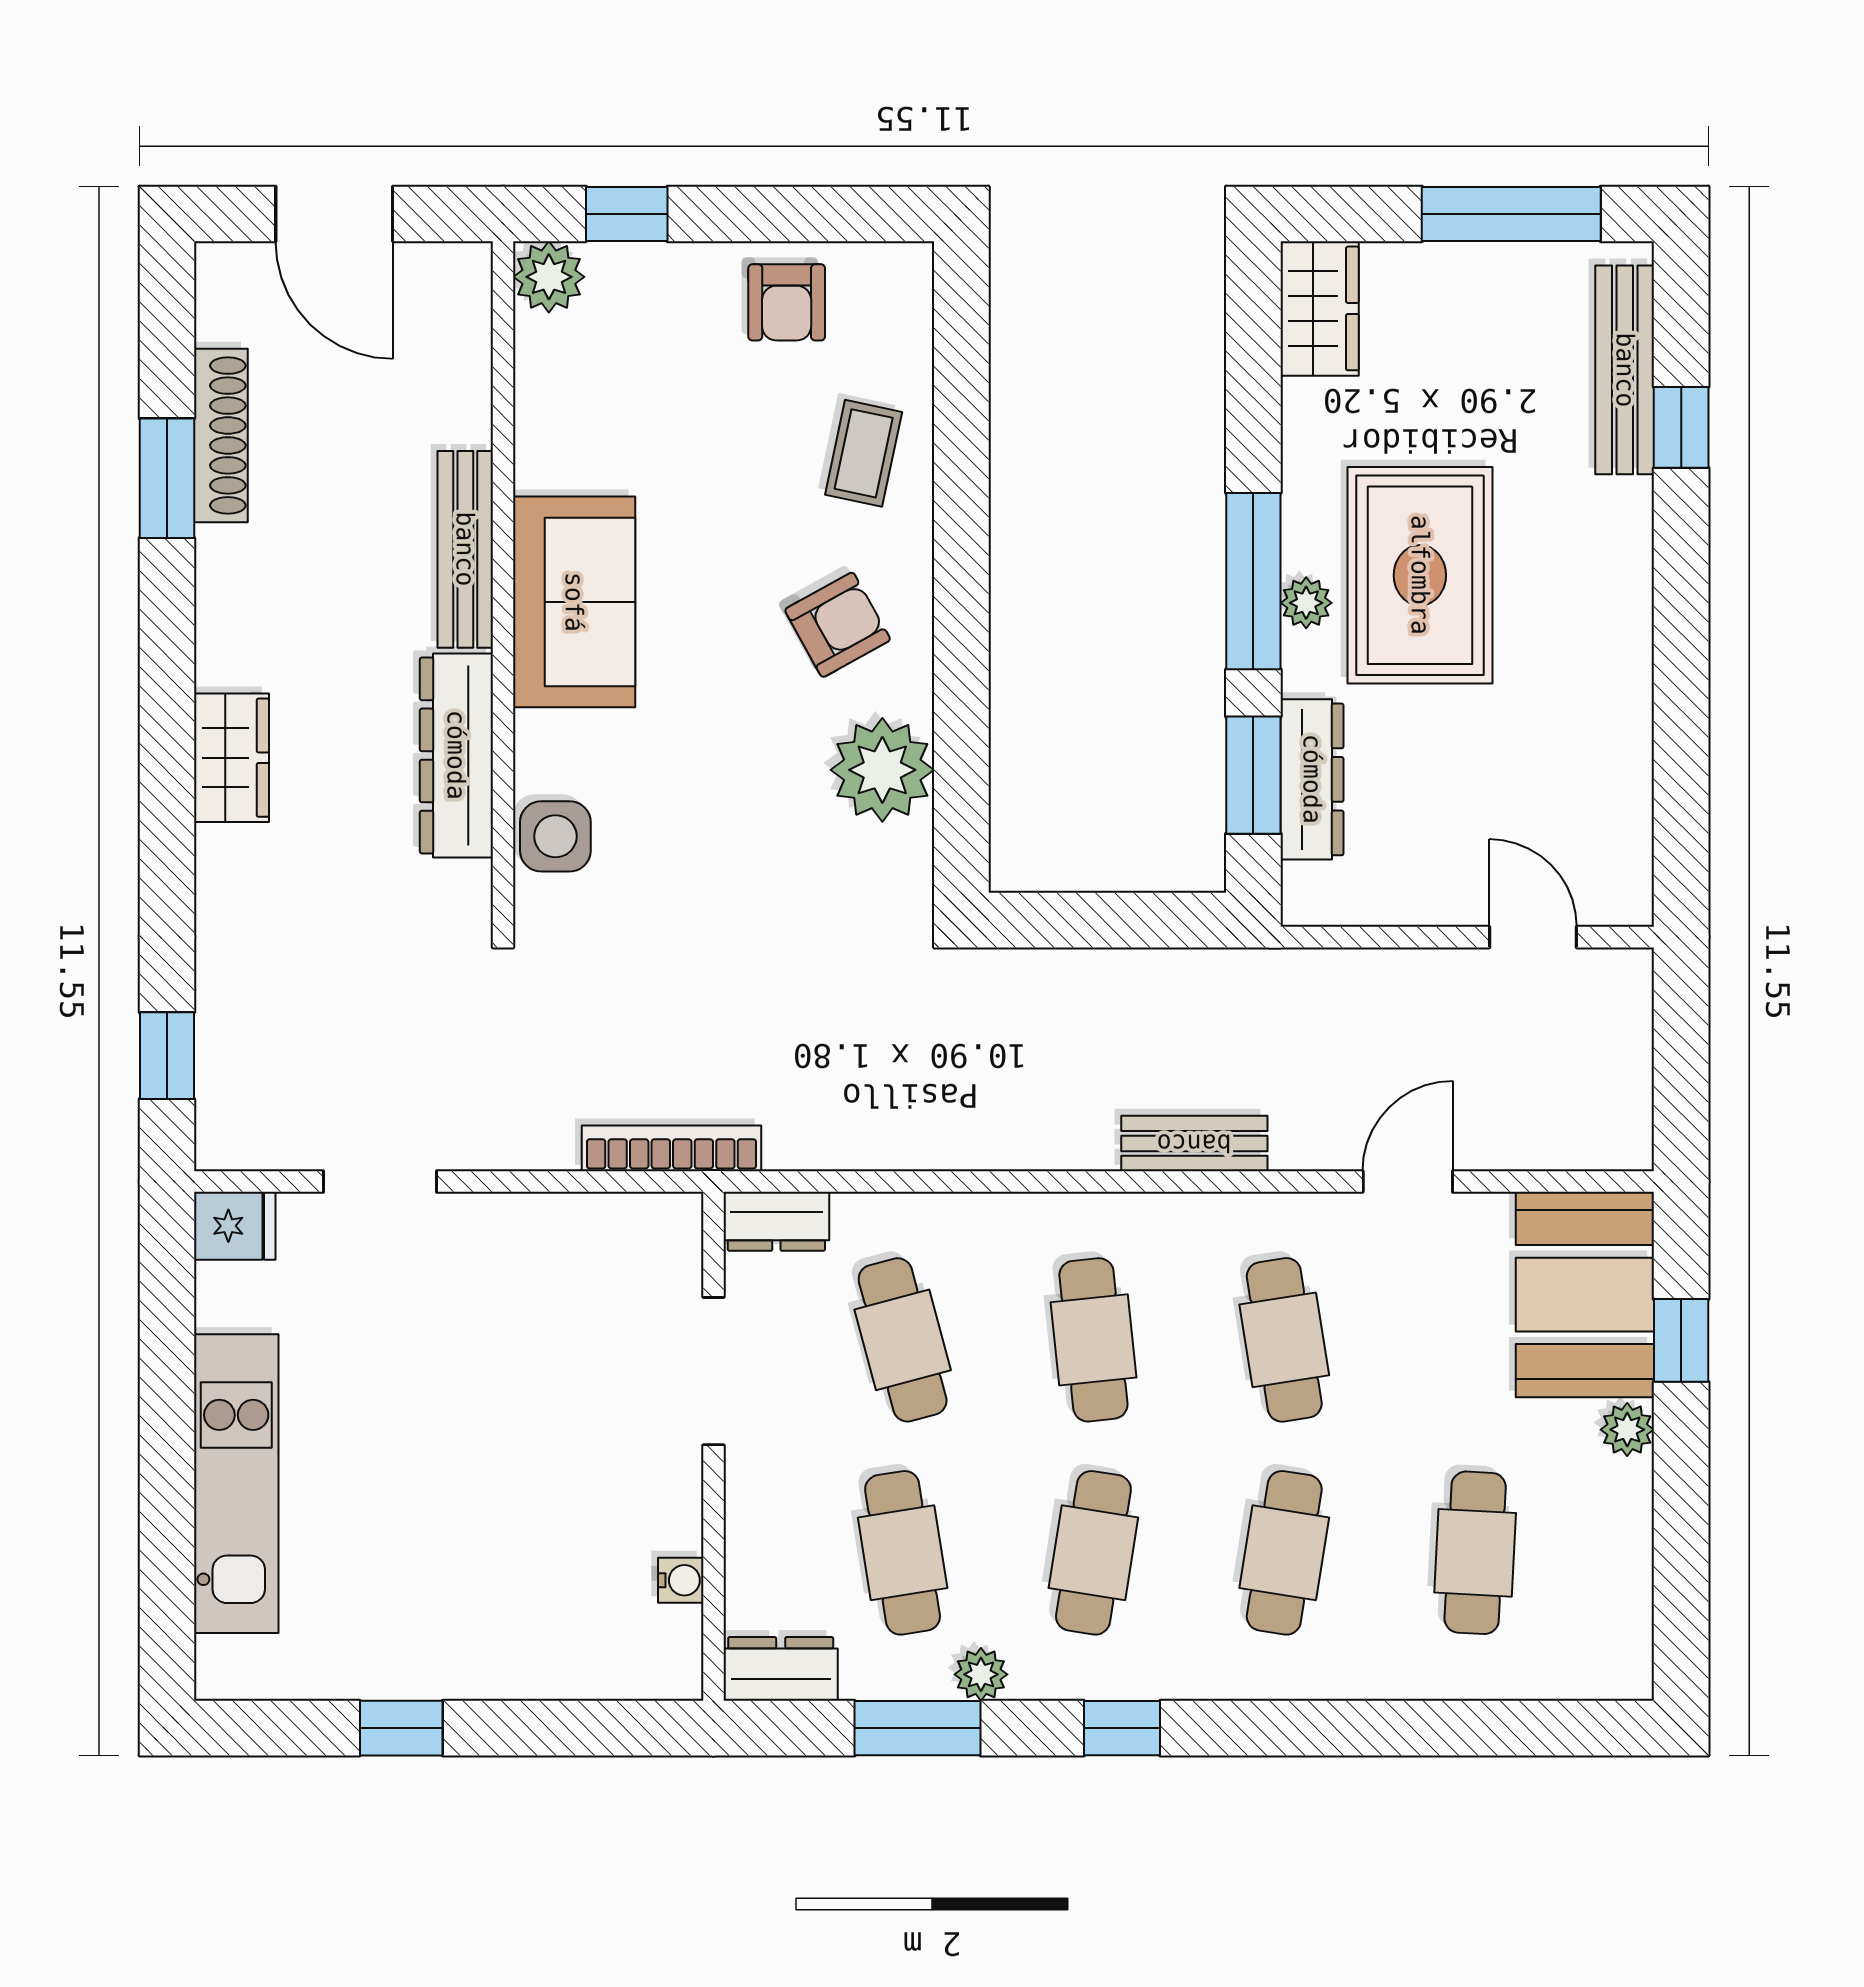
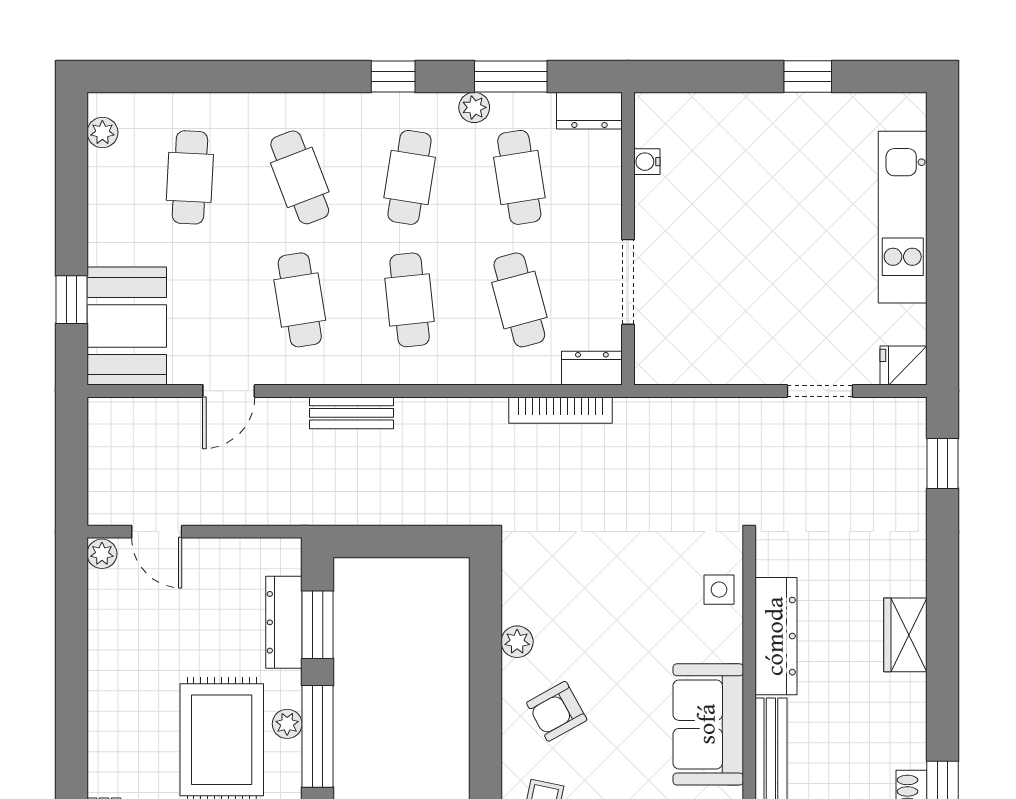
plant: (882, 770) -> (517, 642), width x0.53, depth x0.53
side table: (555, 836) -> (719, 590), width x0.73, depth x0.73
plant: (1628, 898) -> (102, 554), added
bookcase: (672, 1148) -> (561, 410), moved
plant: (1627, 1430) -> (102, 132), moved
cafe table: (1284, 1553) -> (300, 177), turned -30

